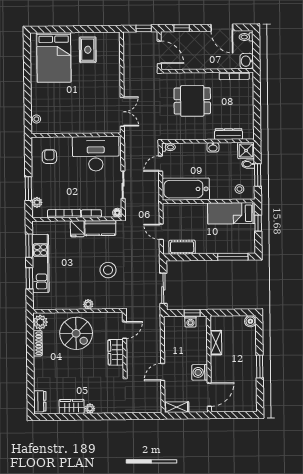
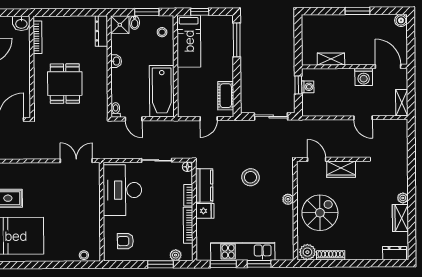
dresser: (228, 134) -> (101, 31), moved
boiler: (250, 321) -> (401, 20), moved

